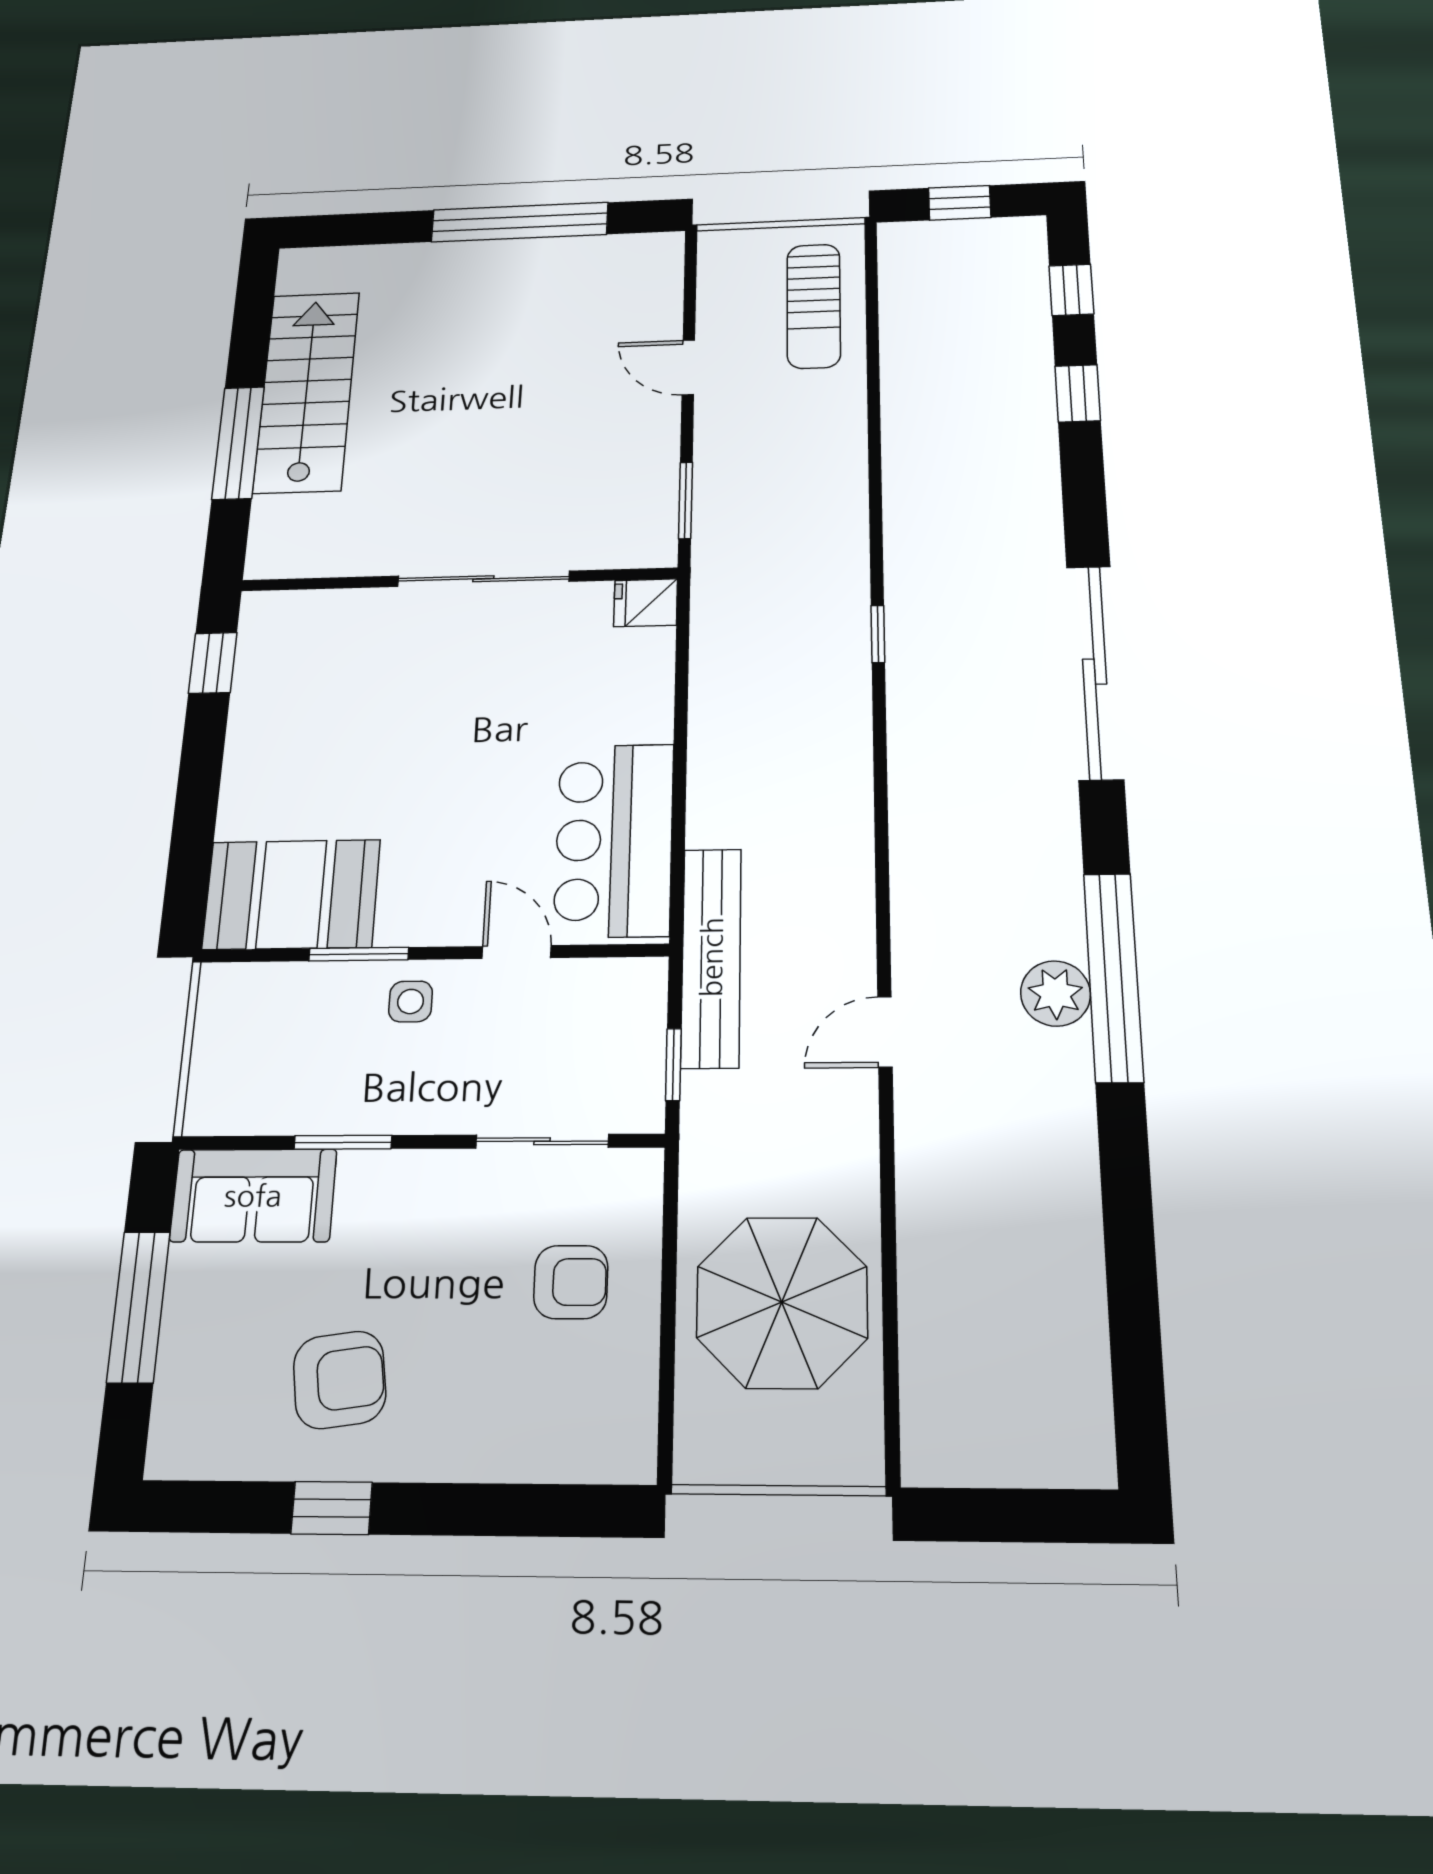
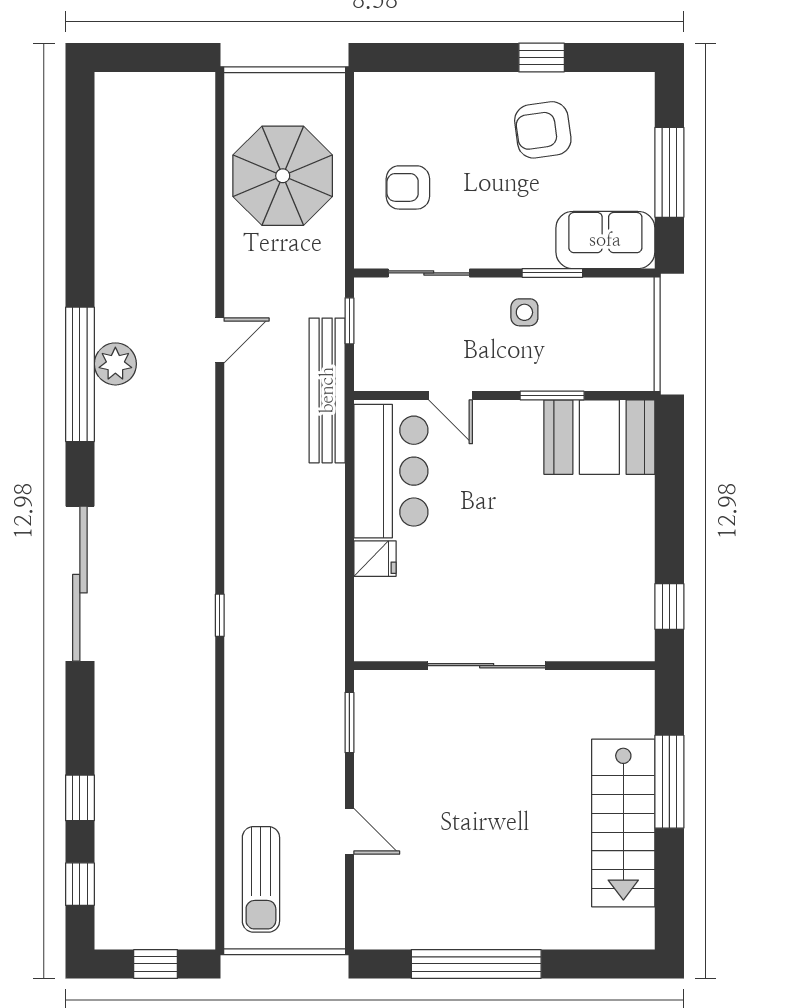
sun lounger: (814, 306) -> (261, 879), turned 180
fridge: (646, 603) -> (375, 559), moved
side table: (411, 1002) -> (524, 312), moved

